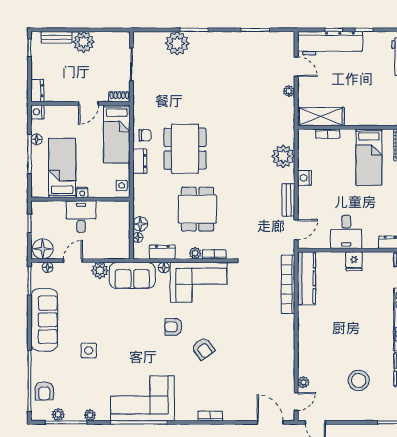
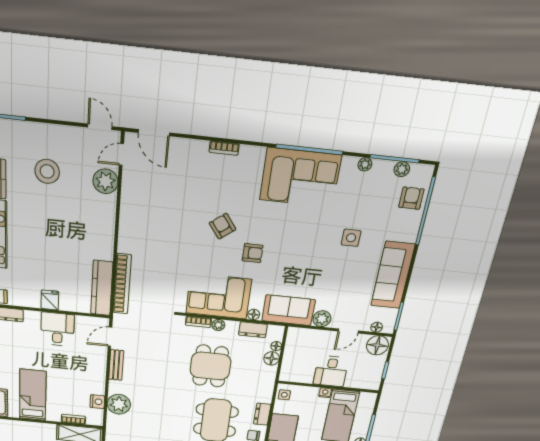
nightstand: (305, 178) -> (97, 402), moved
plant: (303, 382) -> (105, 181), width x1.88, depth x1.88

